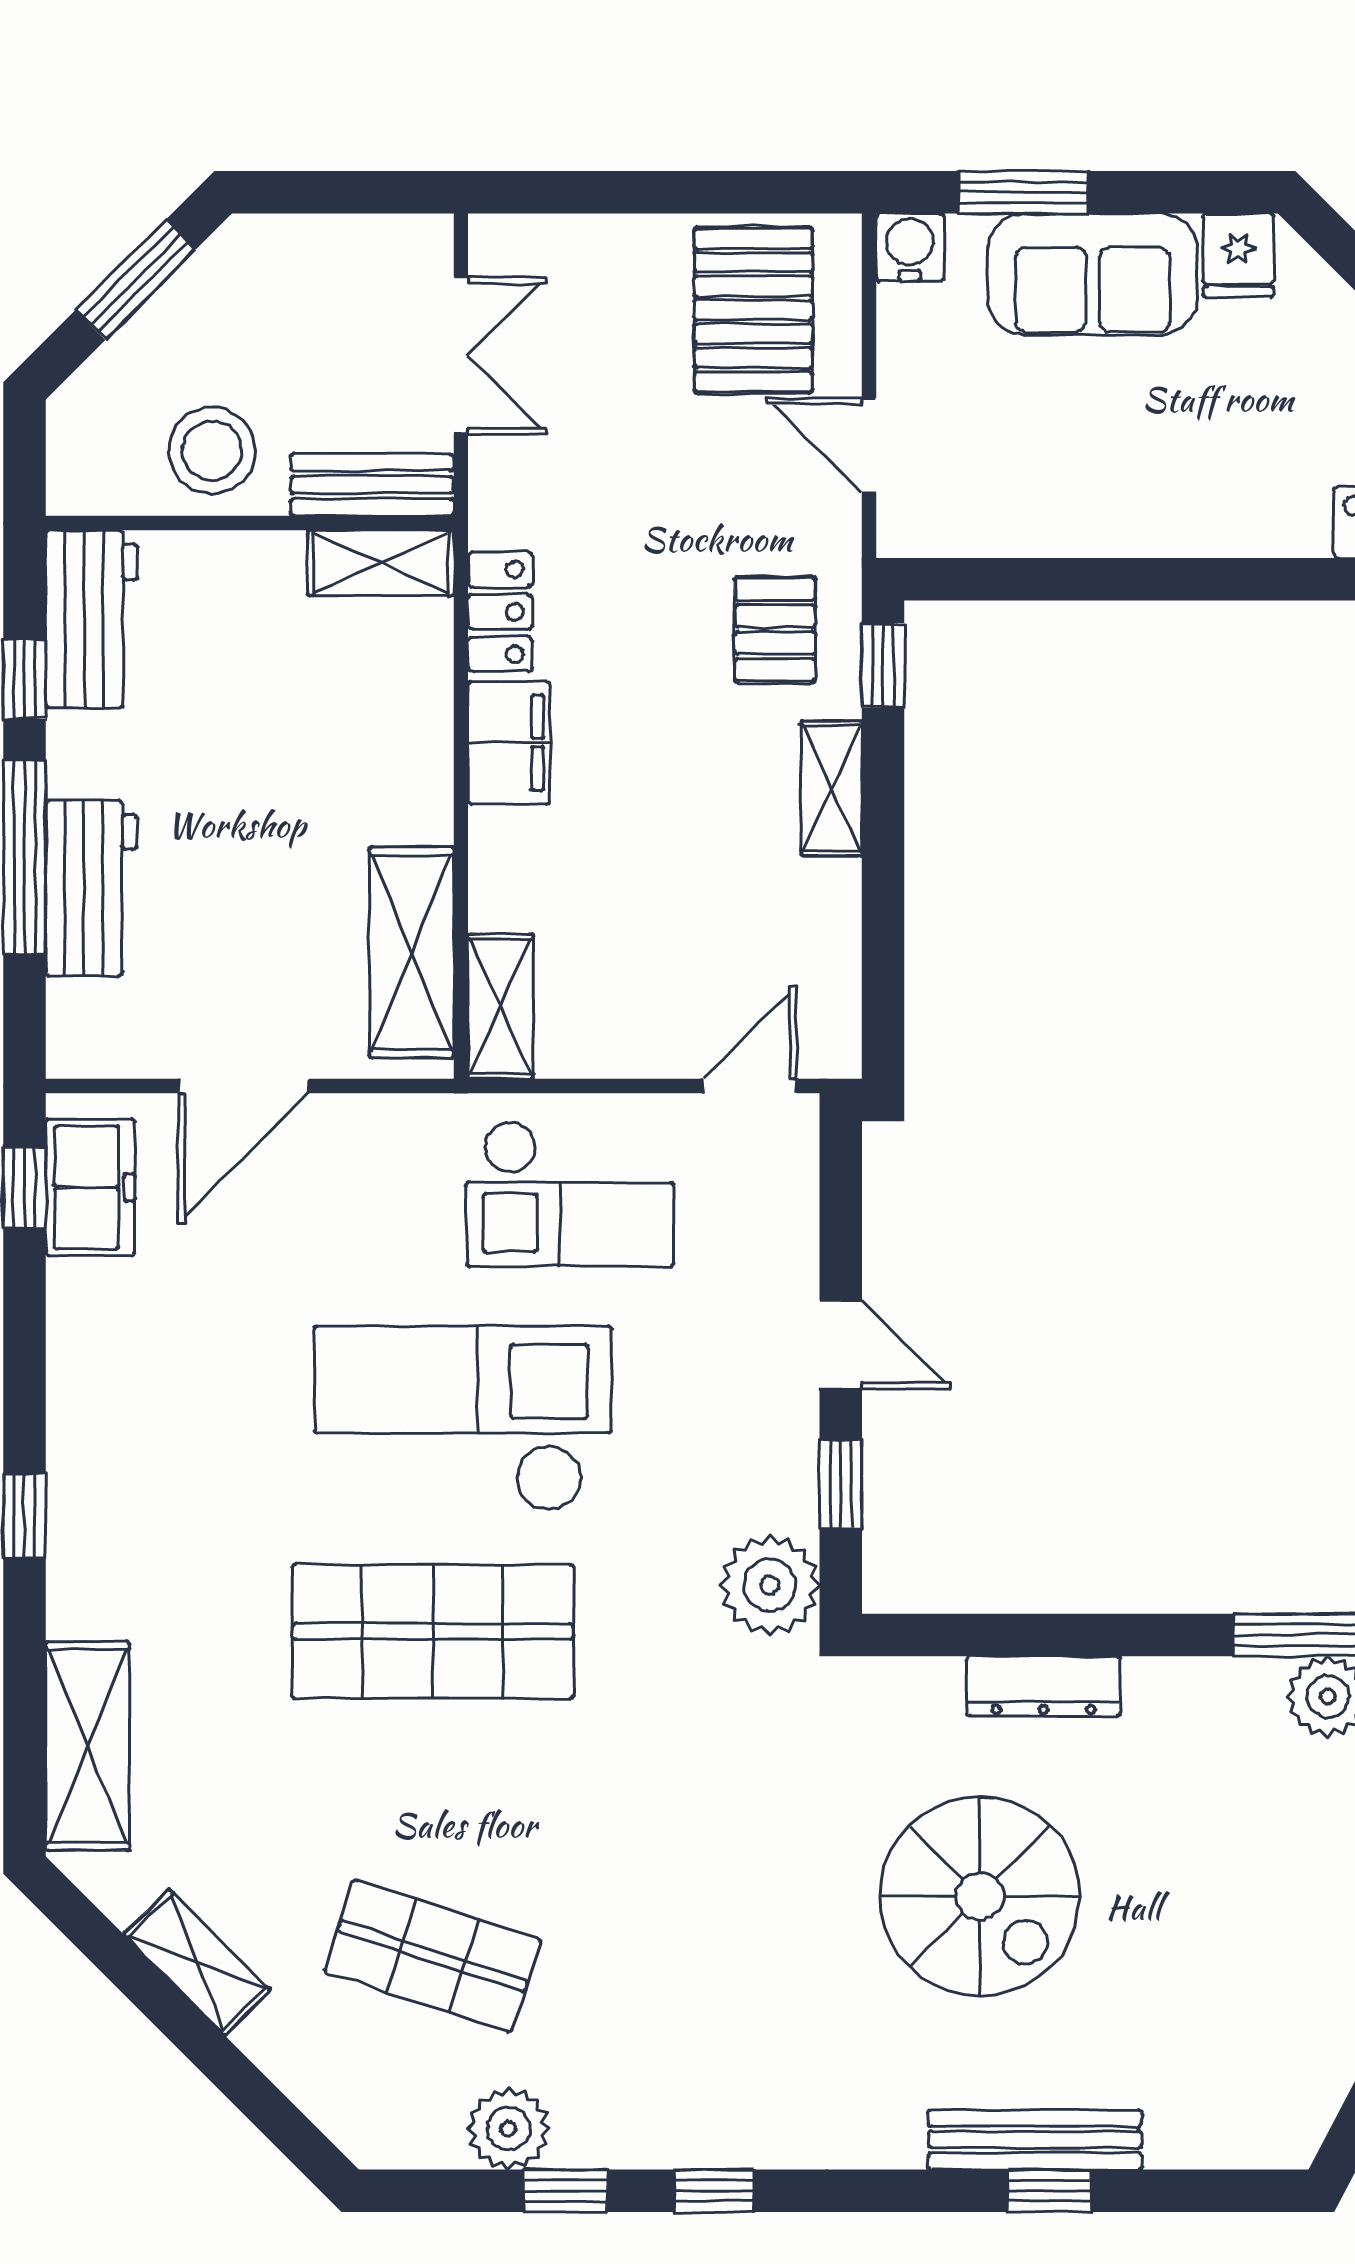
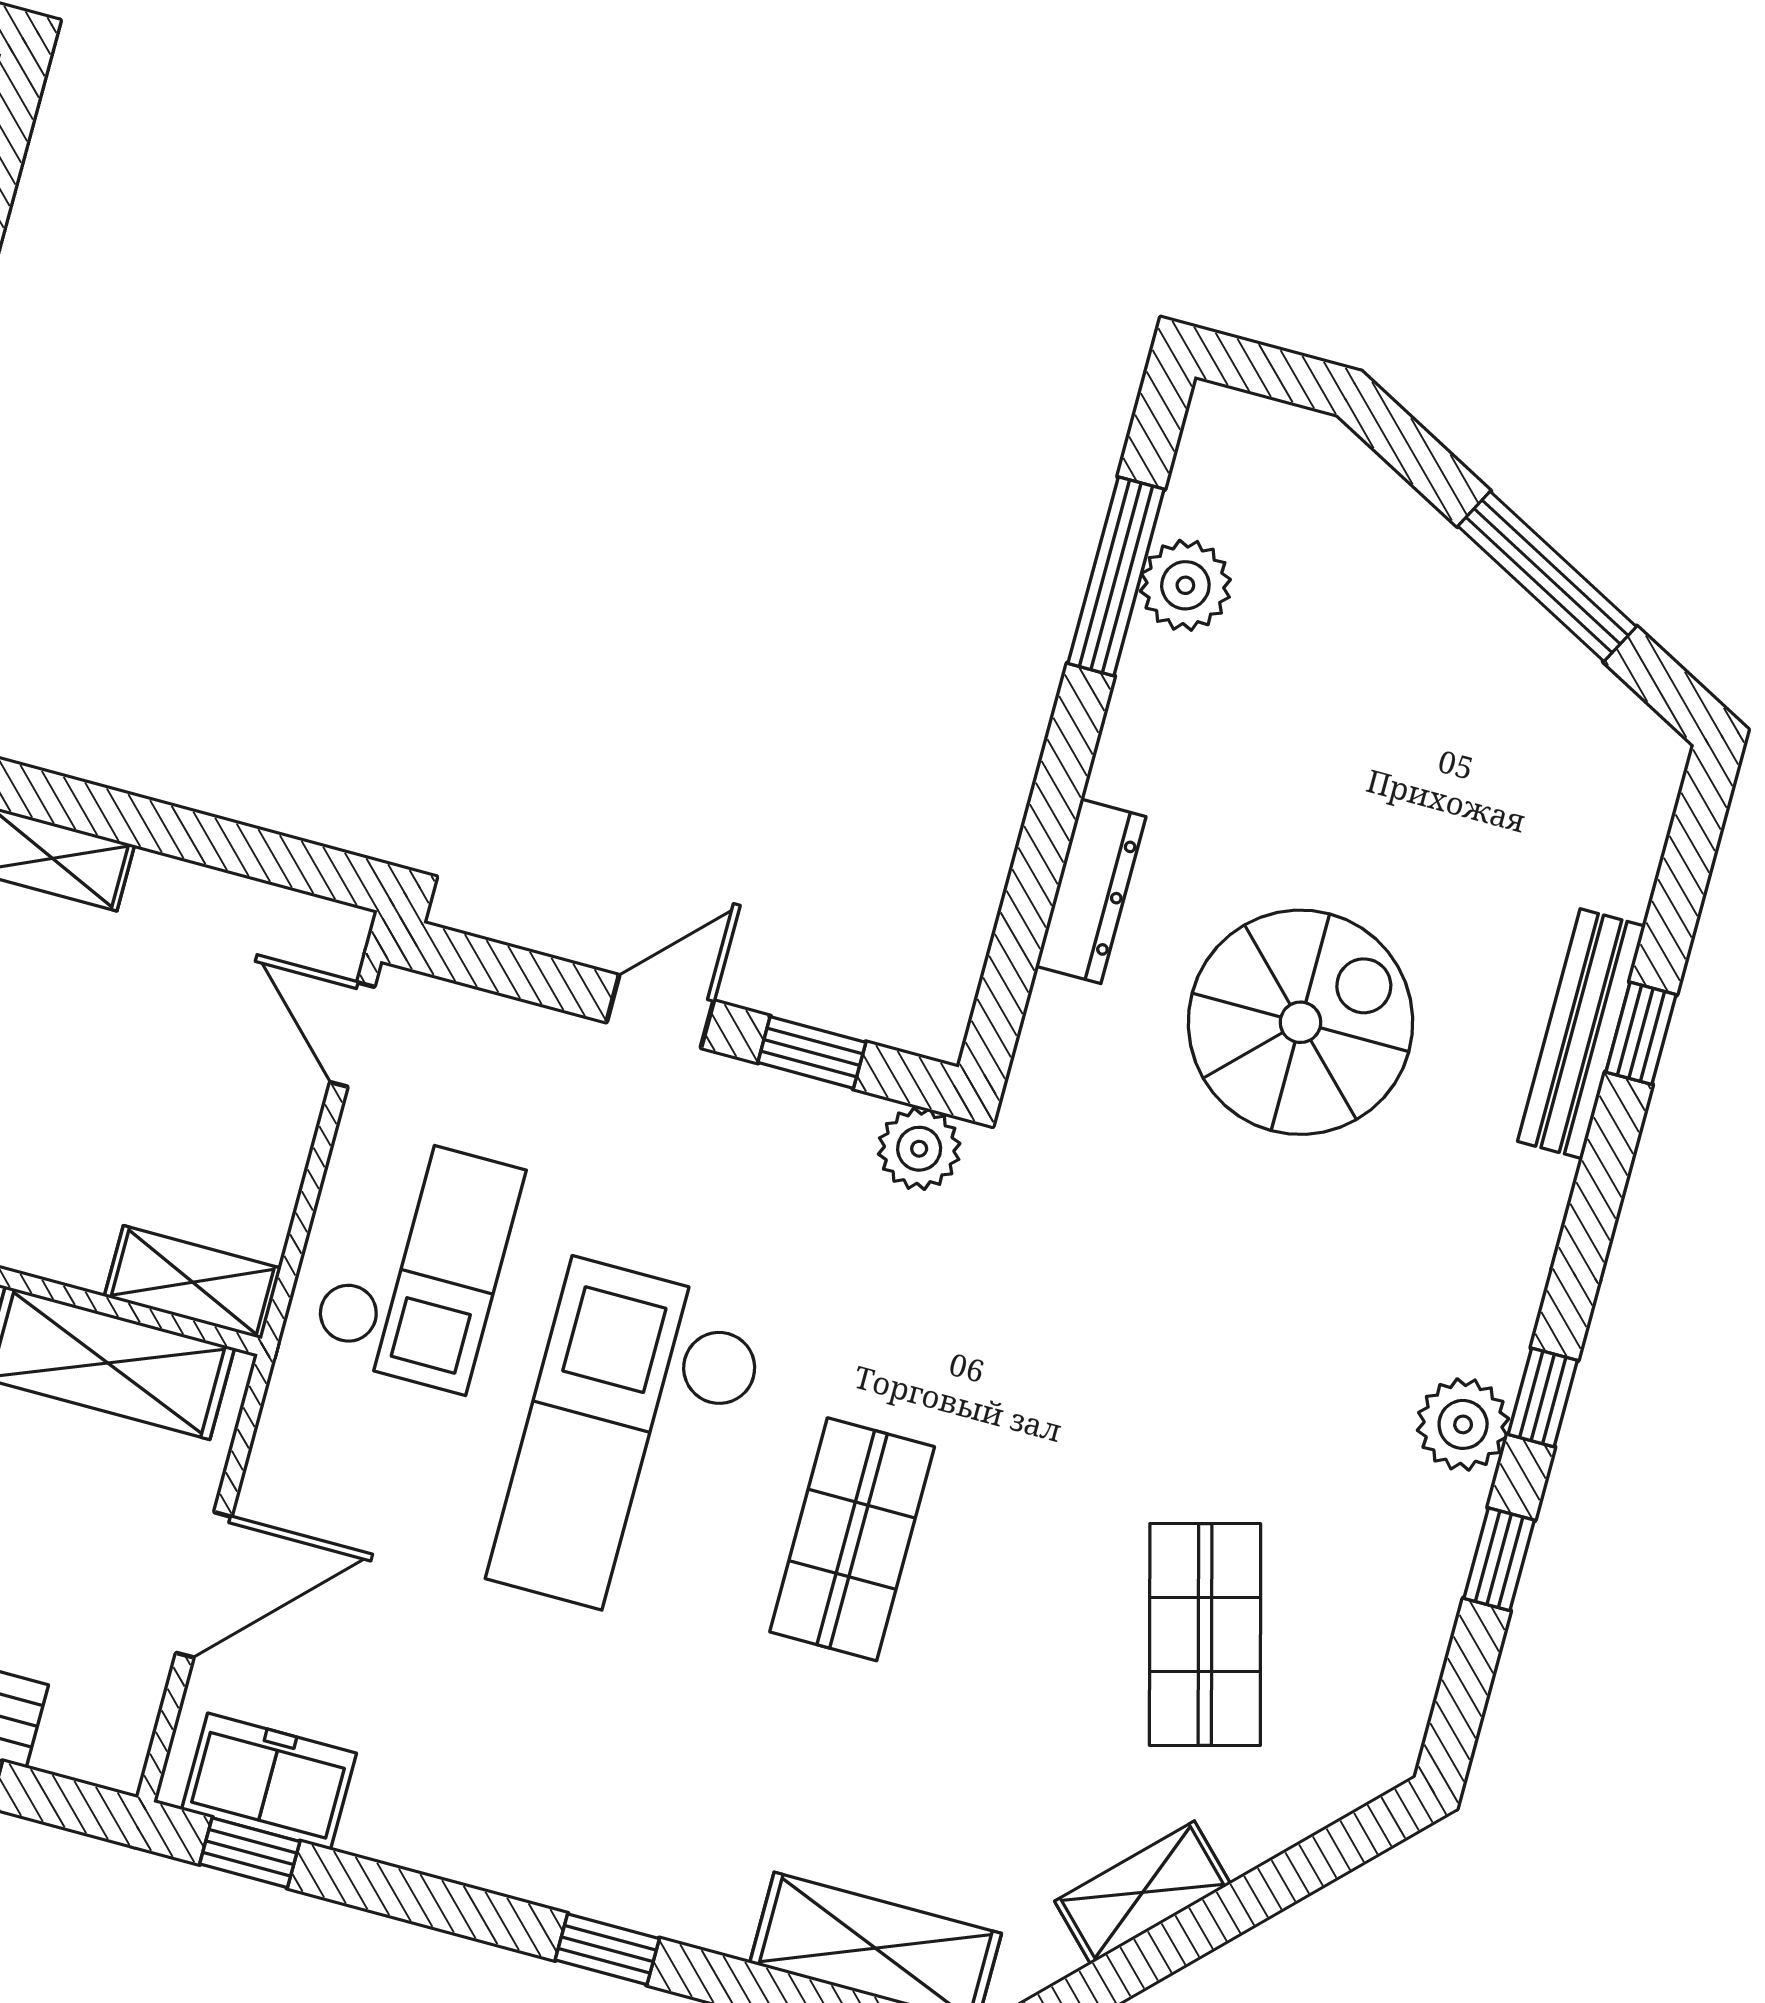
door: (244, 1086) -> (204, 1585), hinge flipped
plant: (770, 1585) -> (919, 1149), width x0.73, depth x0.73
shop shelf: (433, 1631) -> (852, 1539), width x0.70, depth x0.74
shop shelf: (433, 1956) -> (1205, 1635), turned -33
plant: (508, 2129) -> (1463, 1424), moved

